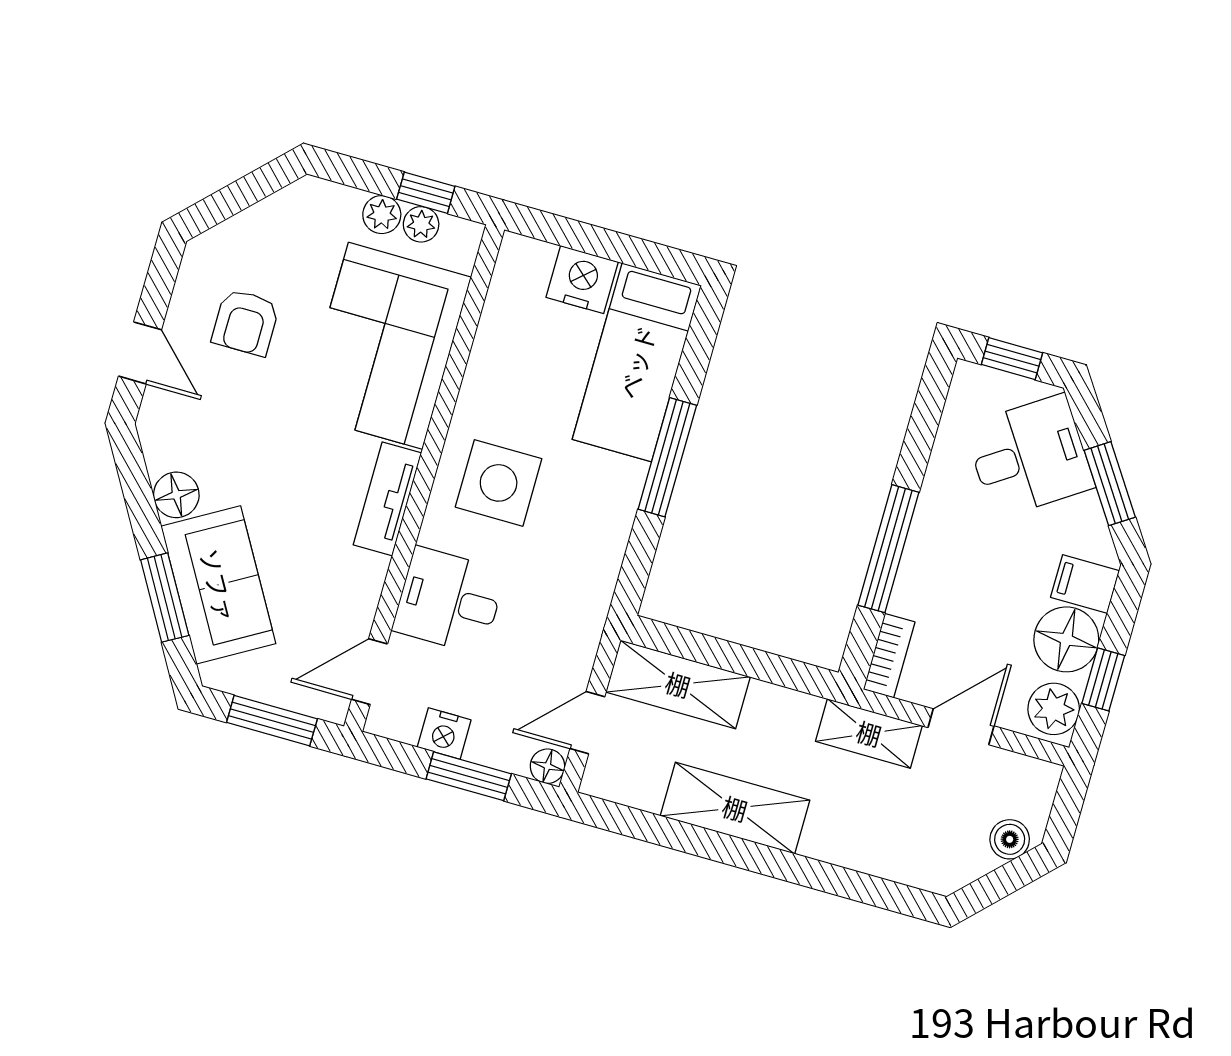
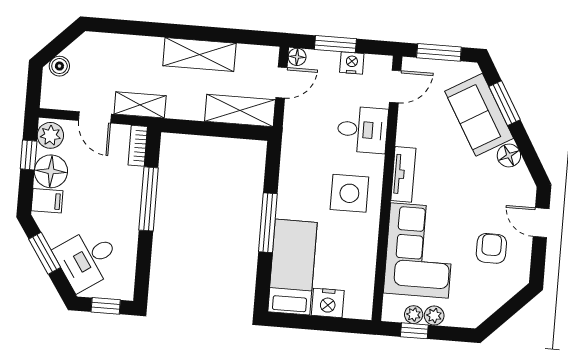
door: (961, 727) -> (95, 117), hinge flipped

